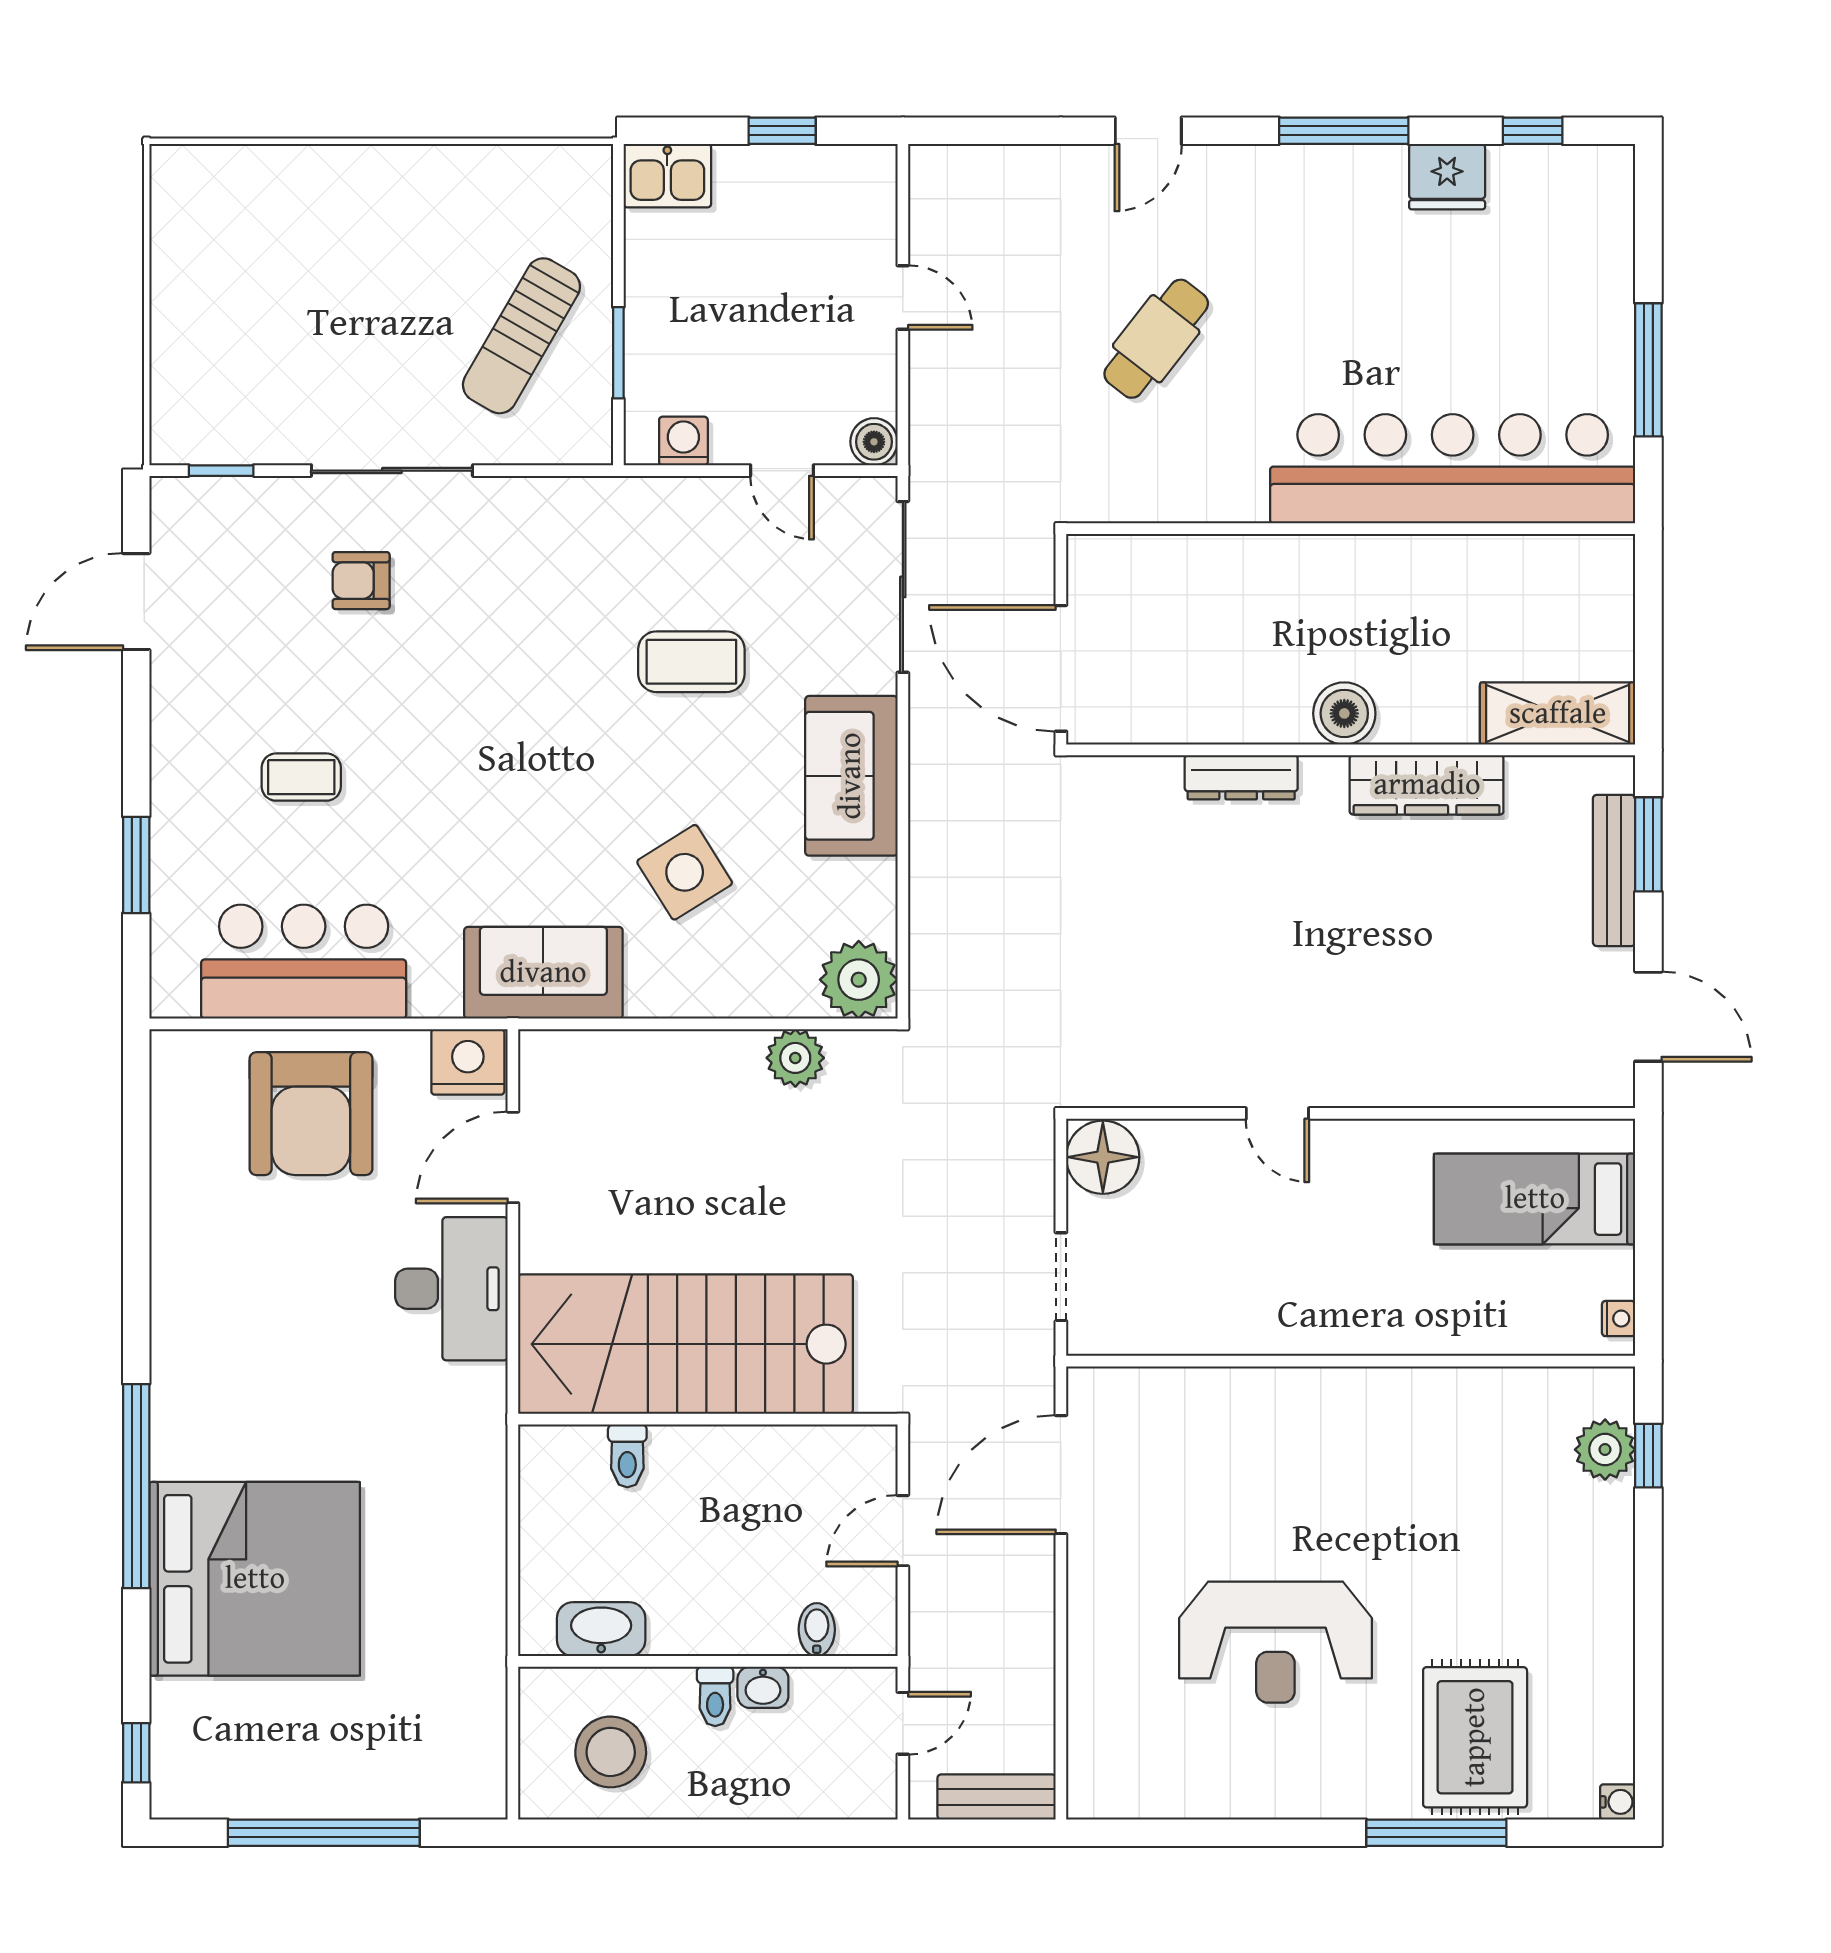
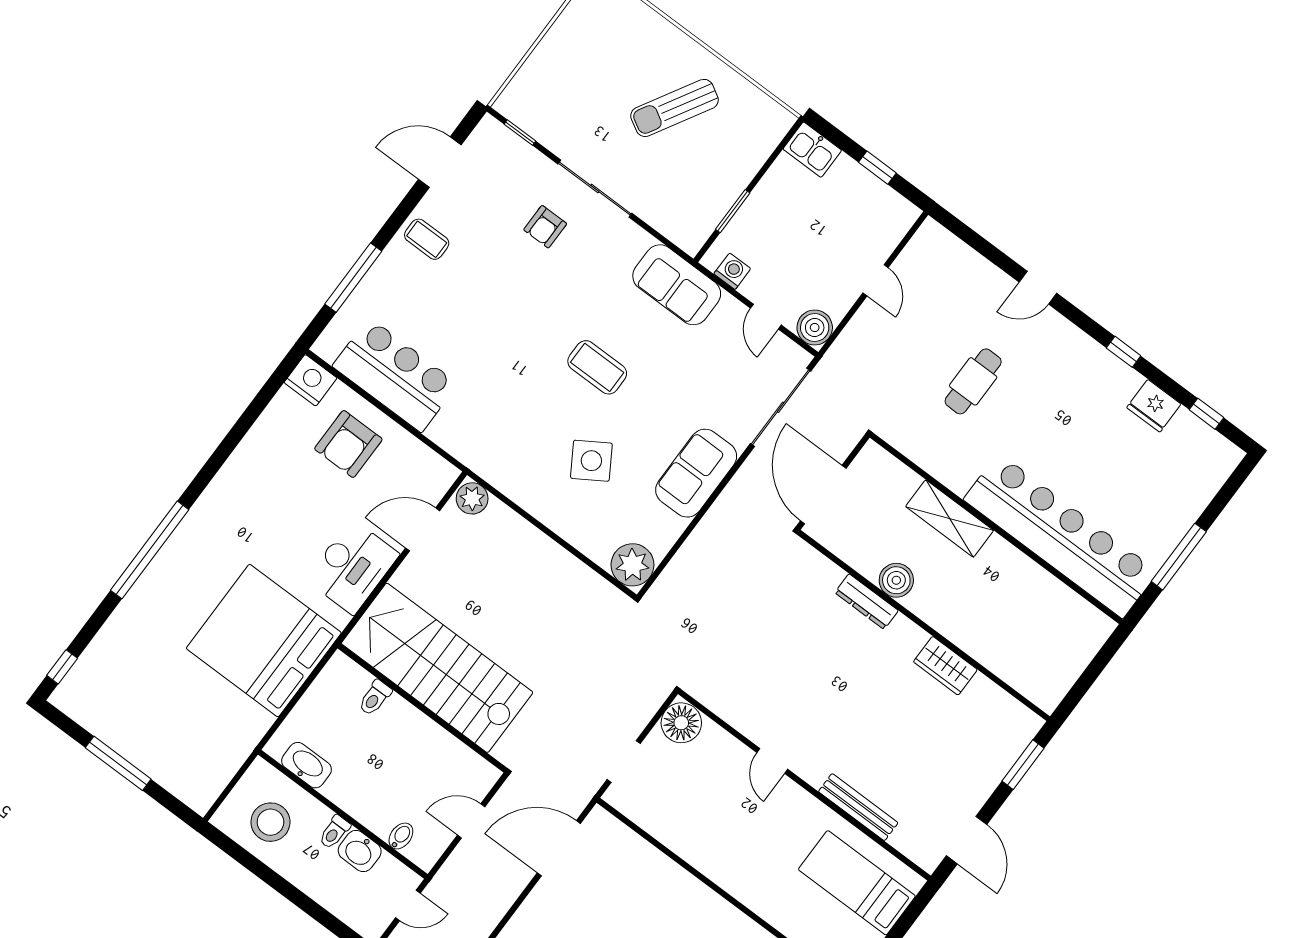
window: (1344, 131) -> (1124, 352), width x0.46
sun lounger: (521, 336) -> (675, 108), moved
cafe table: (1156, 339) -> (973, 381), turned -38
boiler: (874, 442) -> (815, 327), width x1.36, depth x1.36
armchair: (361, 581) -> (545, 227), turned -90
coffee table: (691, 662) -> (597, 367), moved
boiler: (1344, 713) -> (896, 580), moved
shelving: (1558, 714) -> (950, 518), moved
coffee table: (301, 777) -> (427, 239), moved
wardrobe: (1427, 785) -> (945, 666), width x0.67
window: (136, 865) -> (353, 278), width x1.44
bench: (1614, 870) -> (858, 807), moved, turned 90
sofa: (543, 973) -> (677, 285), moved, turned 180
plant: (795, 1058) -> (472, 498), moved
nightstand: (468, 1062) -> (311, 380), moved
armchair: (311, 1114) -> (348, 444), width x0.73, depth x0.73
bed: (255, 1579) -> (264, 641), moved, turned 180
washbasin: (763, 1687) -> (360, 851), width x1.38, depth x1.45
window: (324, 1833) -> (118, 763), width x0.68

